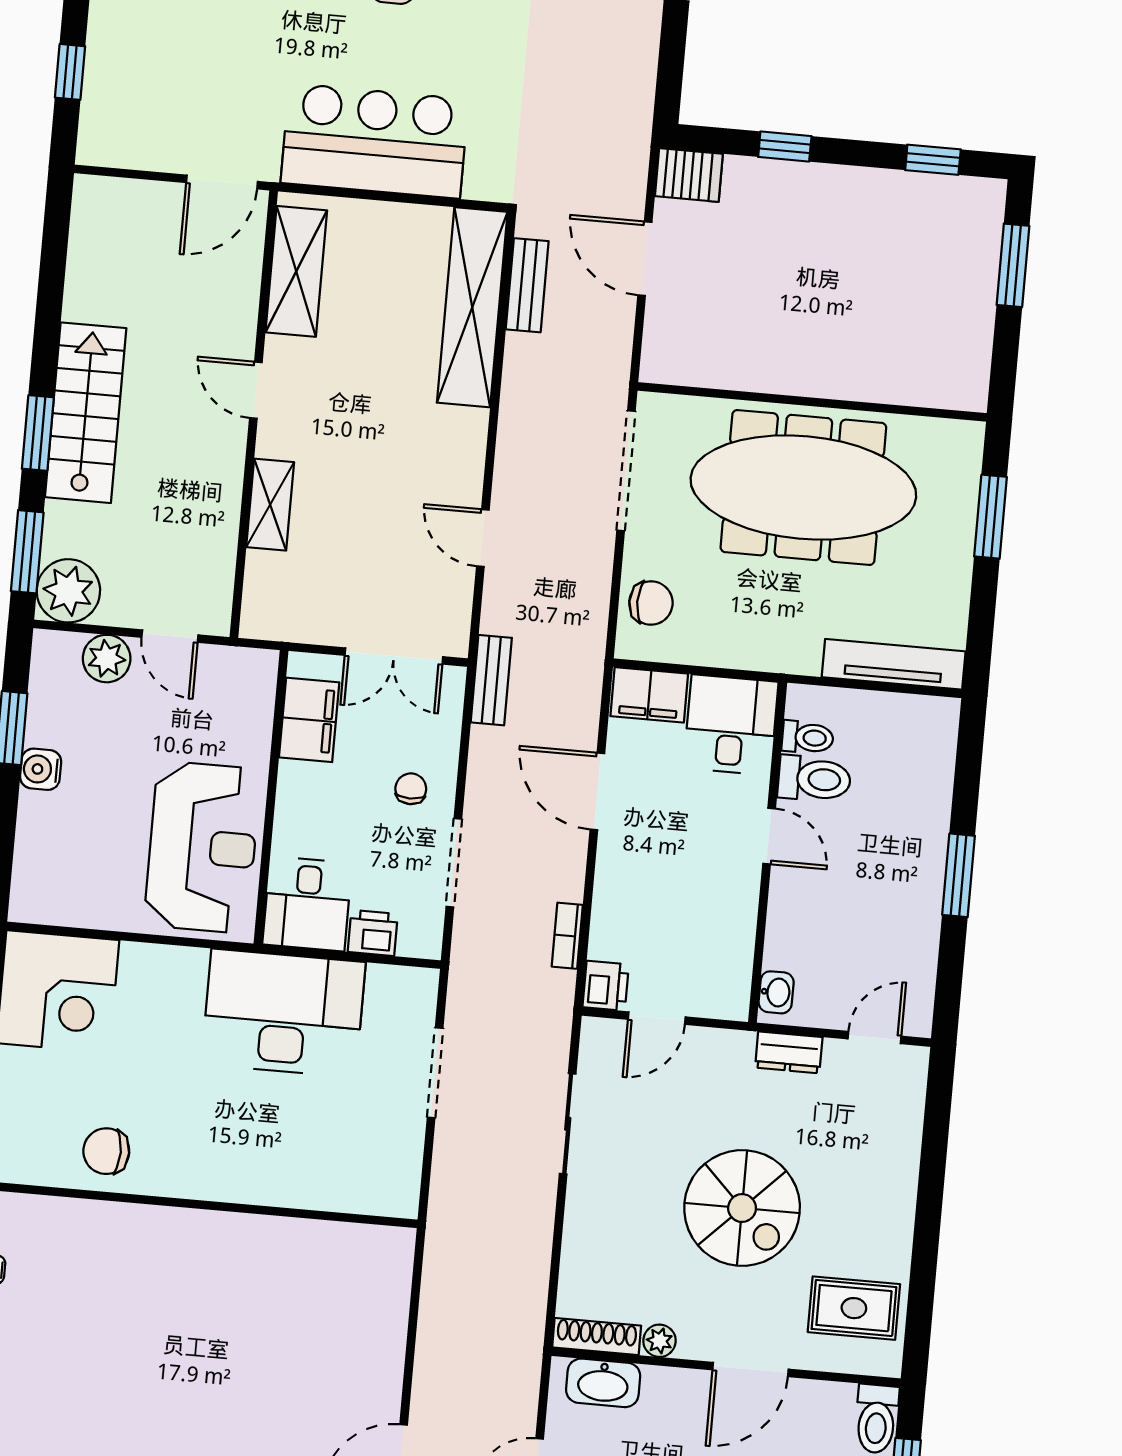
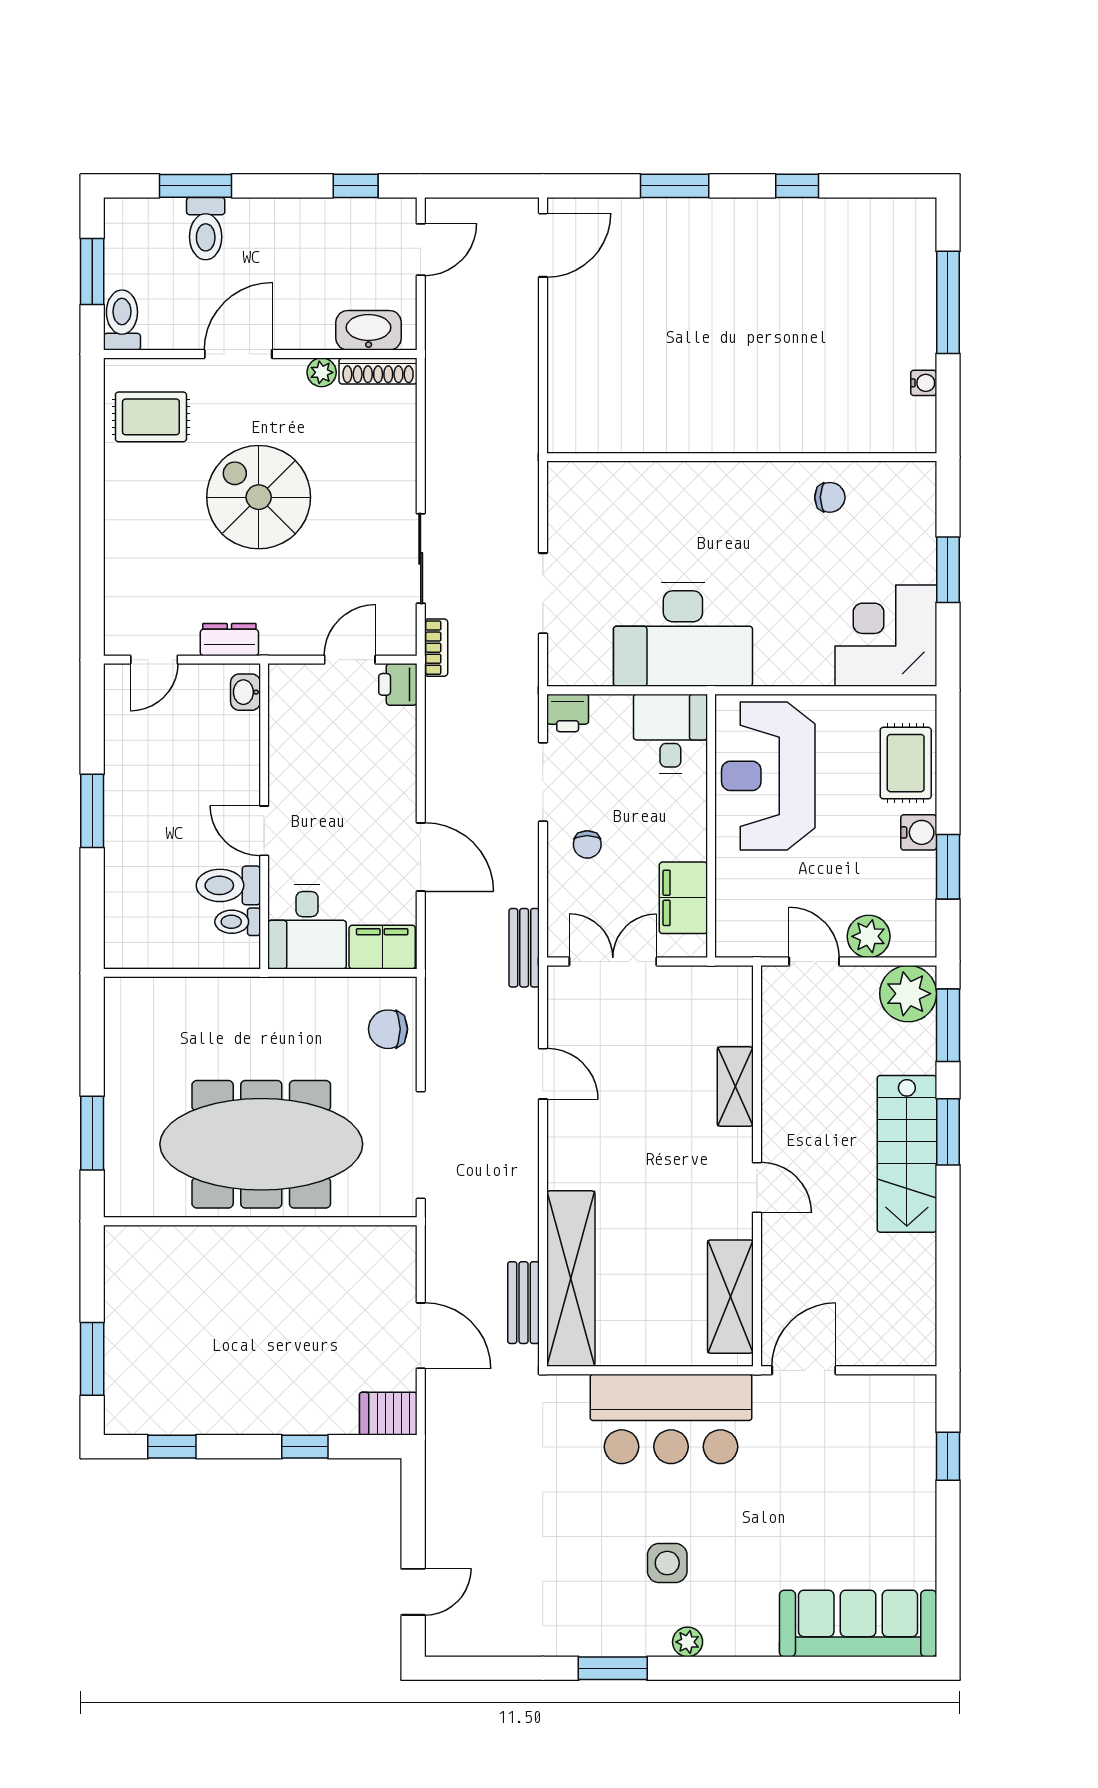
tv unit: (894, 664) -> (167, 994), removed
rug: (48, 848) -> (906, 763), added
printer: (373, 933) -> (568, 713), moved
bookcase: (567, 936) -> (436, 648), moved
chair: (106, 1151) -> (830, 497), width x0.73, depth x0.73

